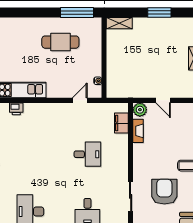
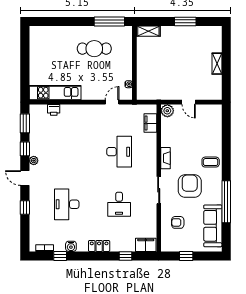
fireplace: (138, 131) -> (166, 158), moved
desk: (87, 154) -> (119, 152), width x1.37

